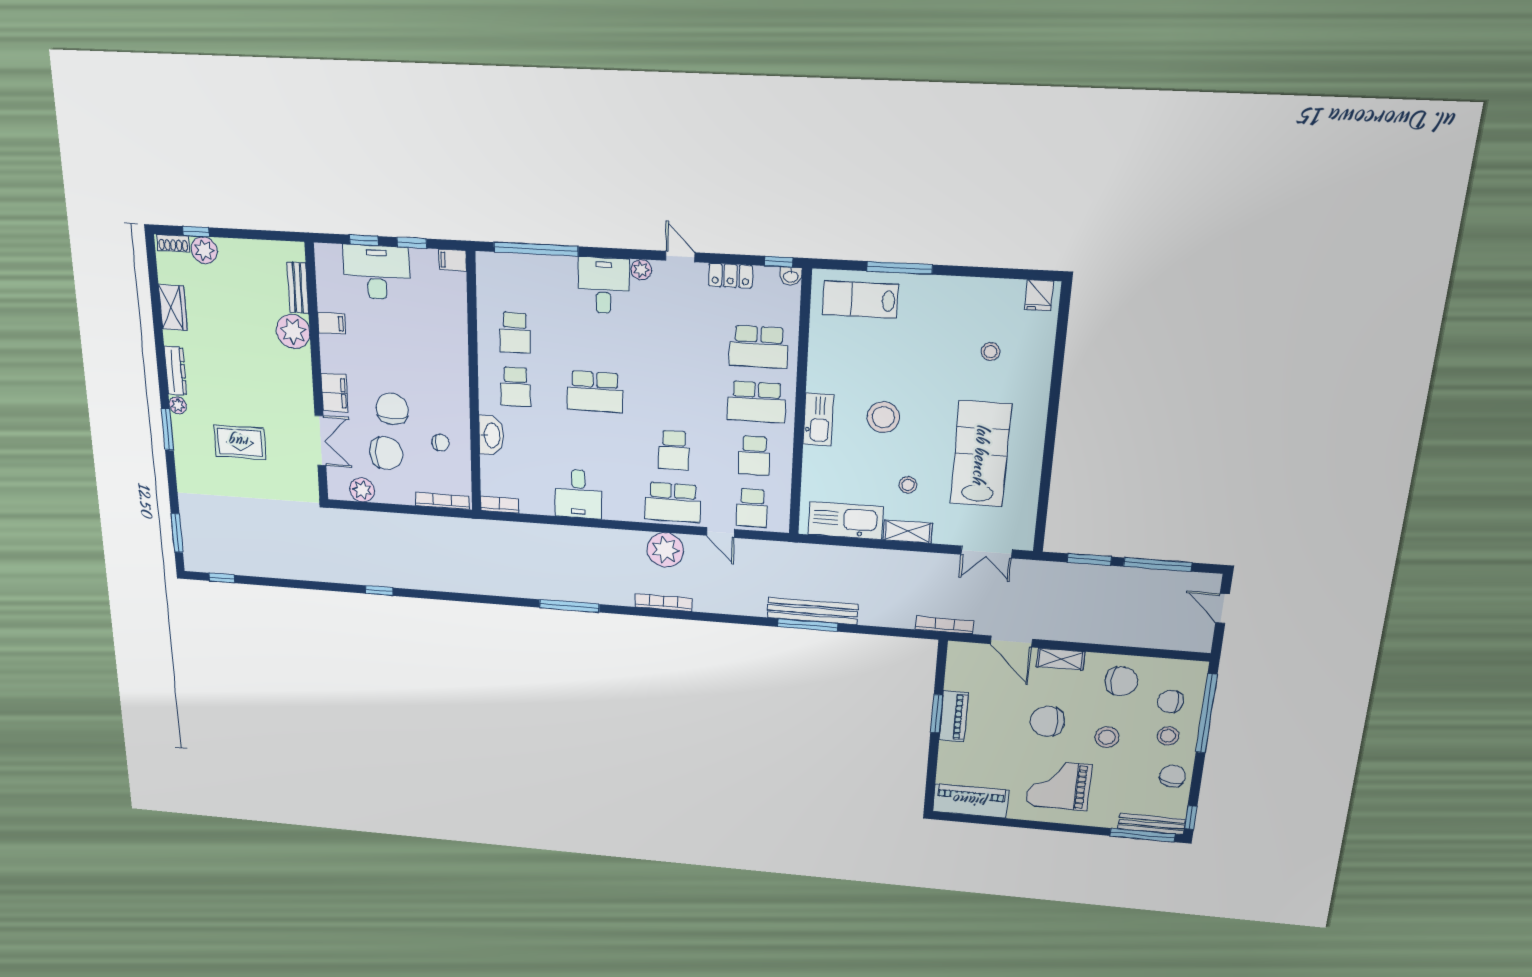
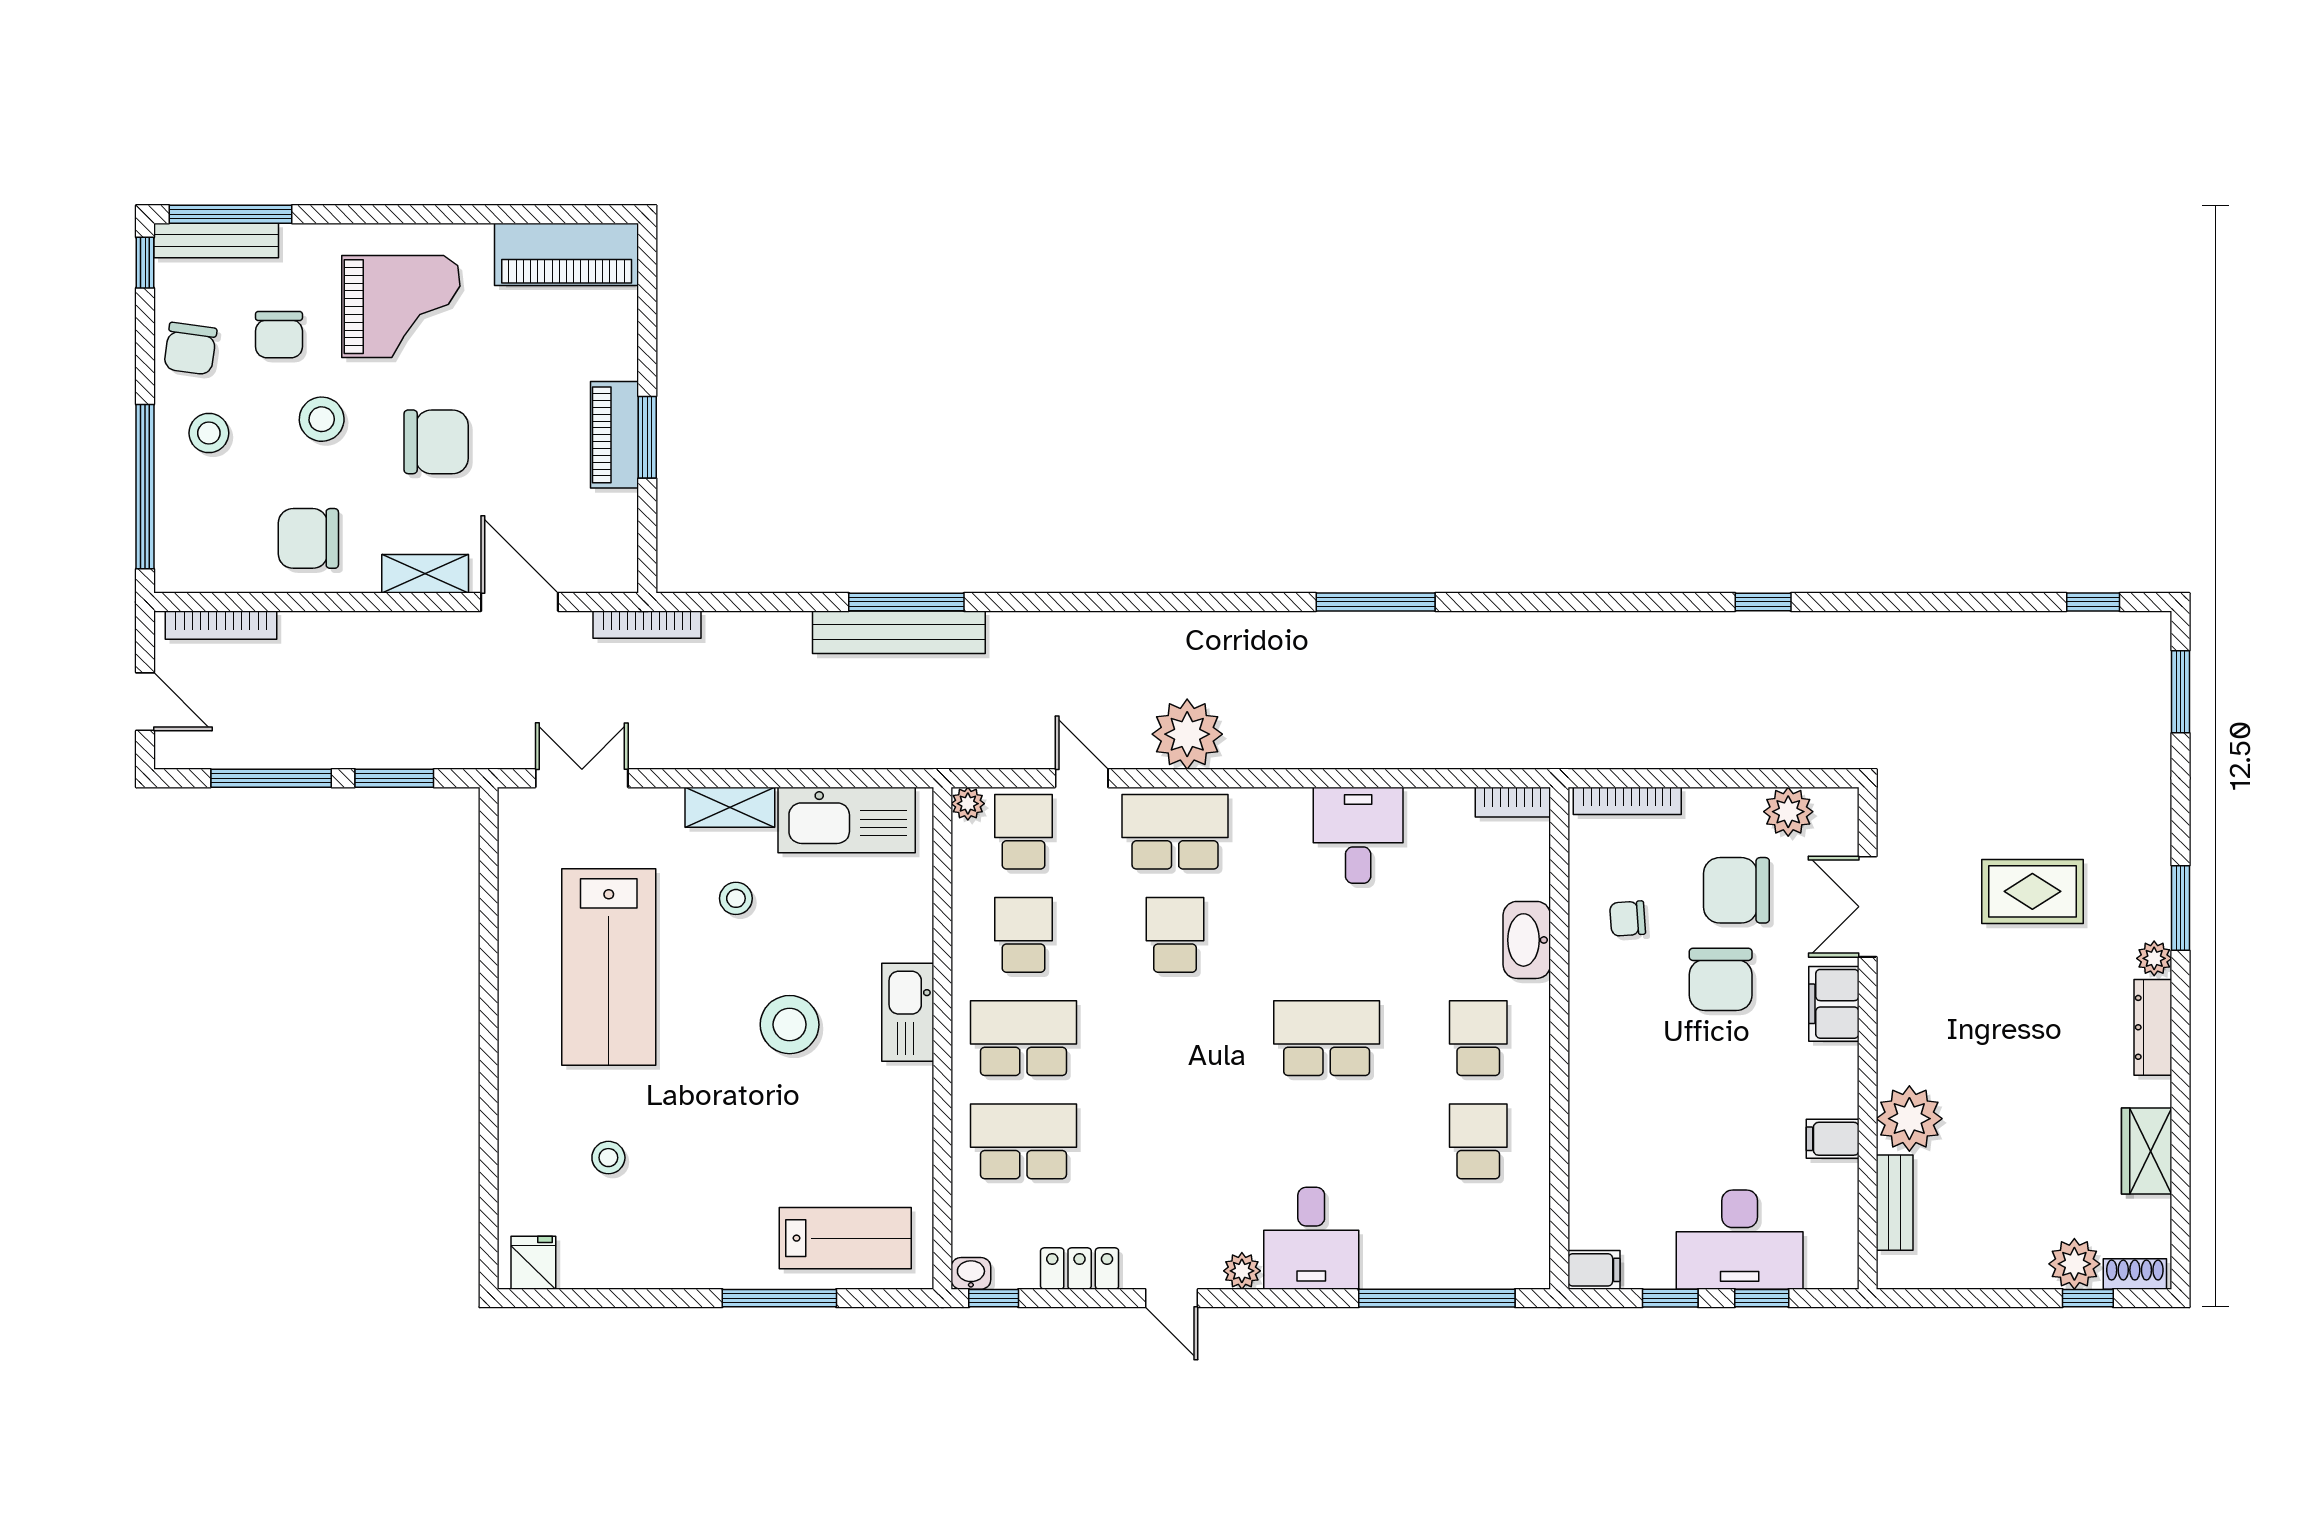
plant: (781, 524) -> (968, 804), added
bookcase: (664, 603) -> (221, 625), moved
chair: (1170, 701) -> (279, 335), moved, turned 90

